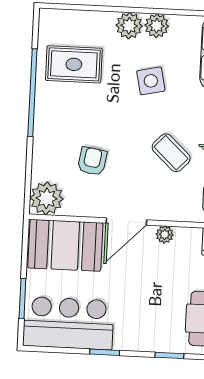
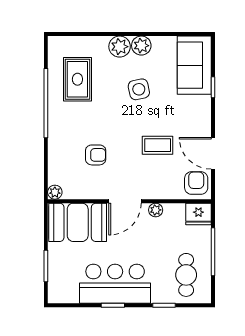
rug: (74, 64) -> (77, 79), turned 90
coffee table: (171, 153) -> (158, 145), turned -43
armchair: (92, 161) -> (96, 155), turned 81
plant: (47, 198) -> (55, 192), width x0.53, depth x0.53
bar counter: (68, 323) -> (115, 284), moved

